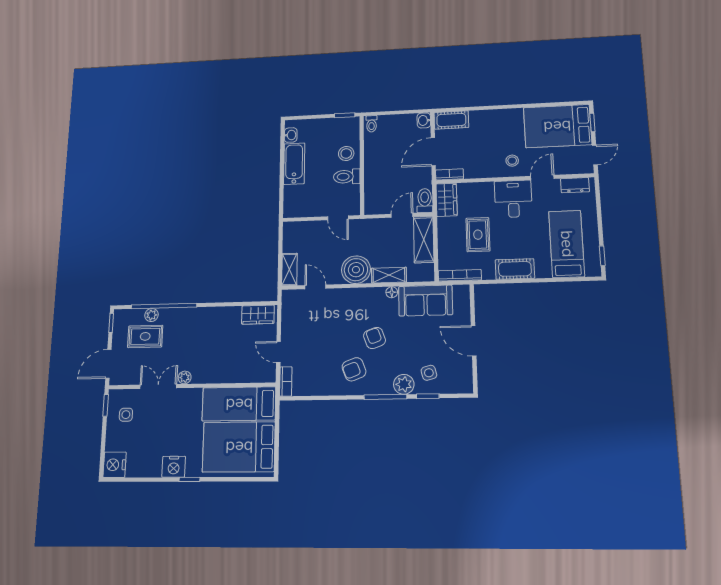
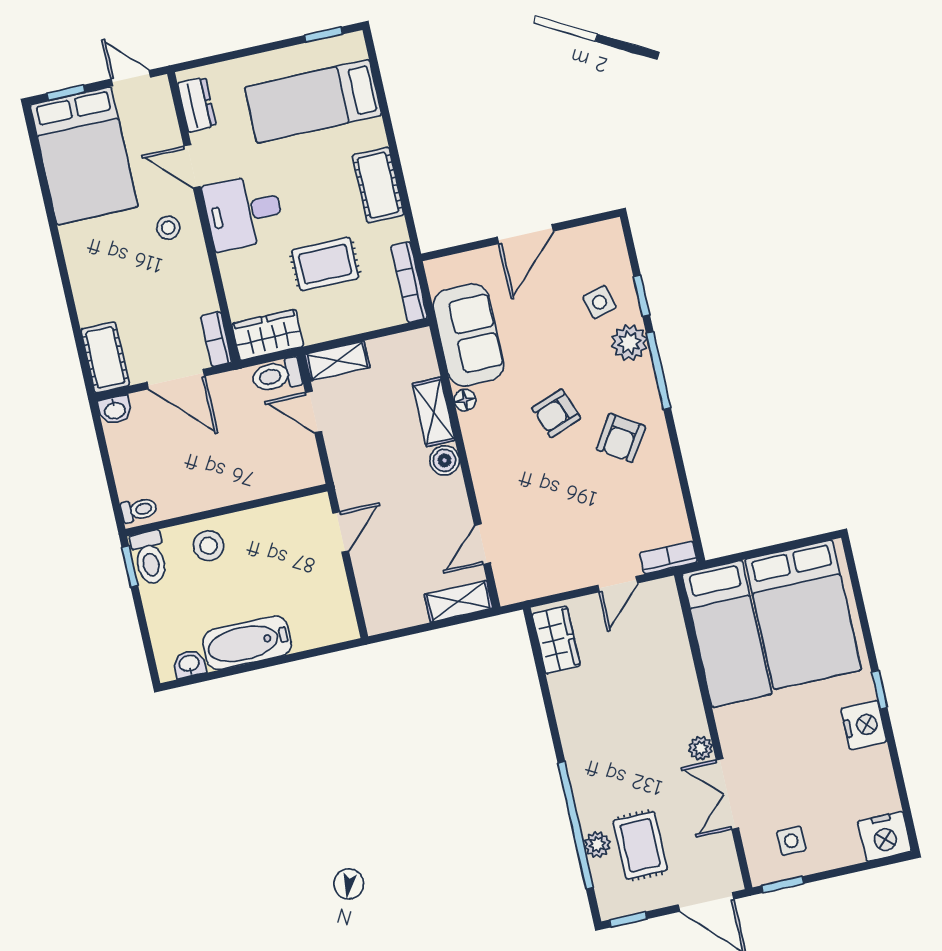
toilet: (347, 177) -> (150, 558), moved
shelving: (424, 239) -> (337, 361), width x0.67, depth x0.75
boiler: (356, 270) -> (445, 460), width x0.54, depth x0.54
armchair: (354, 369) -> (621, 438), turned 54

